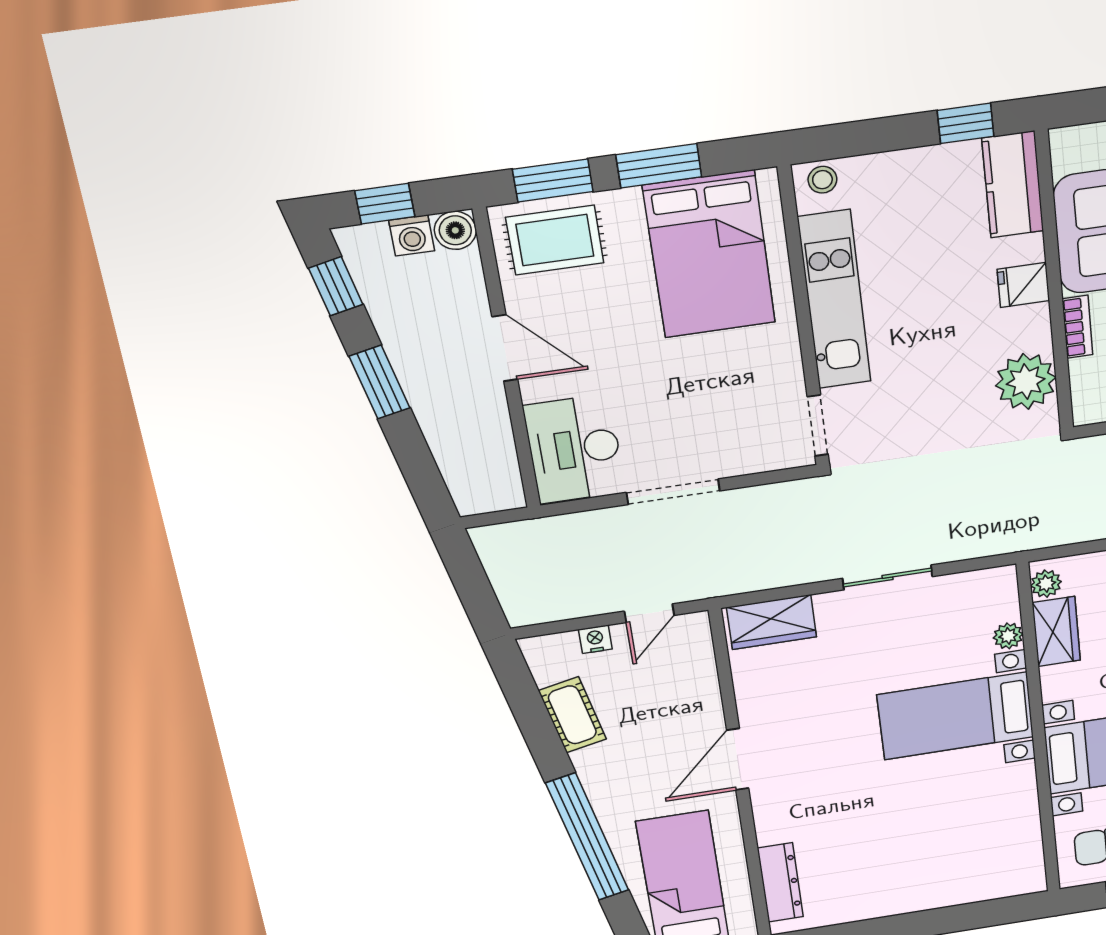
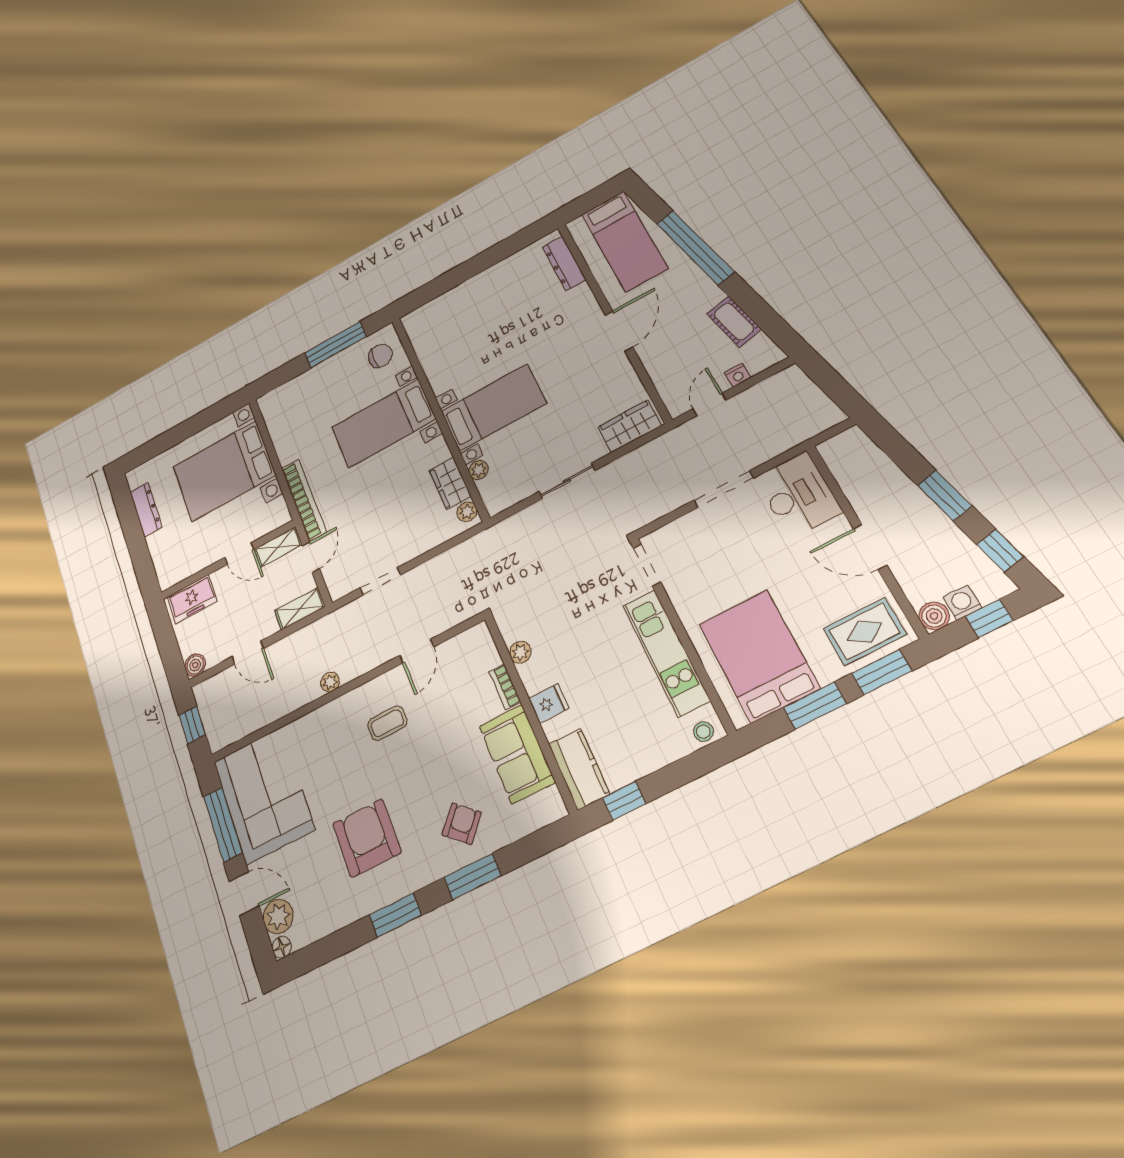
plant: (1026, 381) -> (520, 652), width x0.53, depth x0.53

